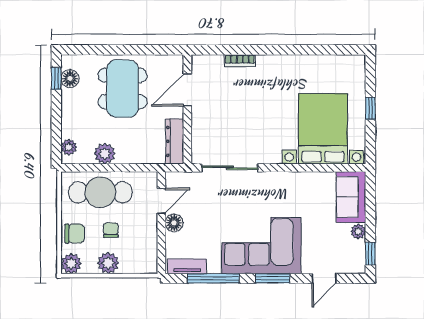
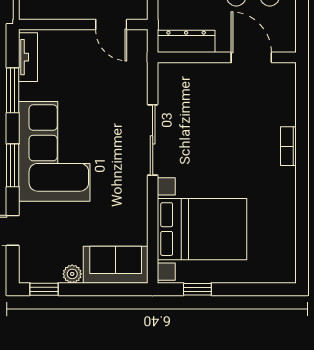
bookcase: (240, 61) -> (288, 146), moved
window: (370, 108) -> (197, 289), moved
sliding door: (230, 168) -> (153, 140), moved
floor lamp: (174, 223) -> (83, 41), removed
window: (213, 278) -> (13, 90), width x0.69

